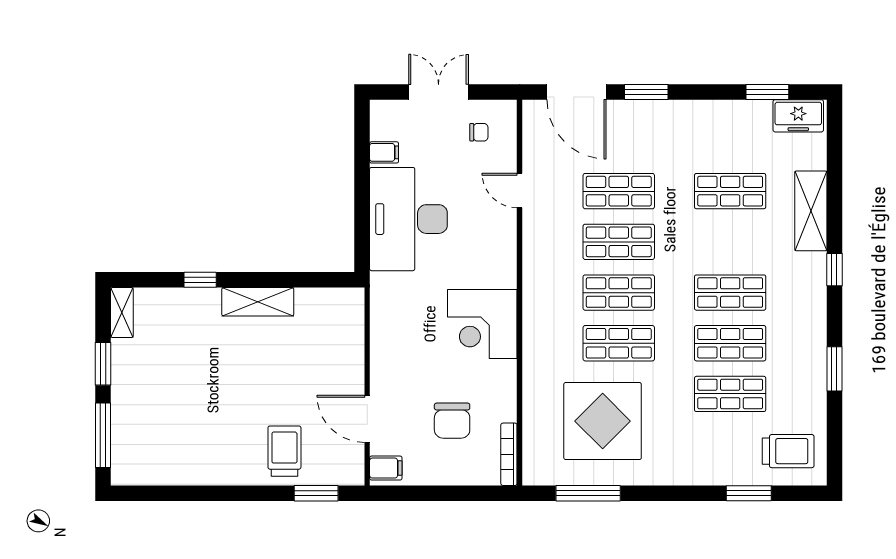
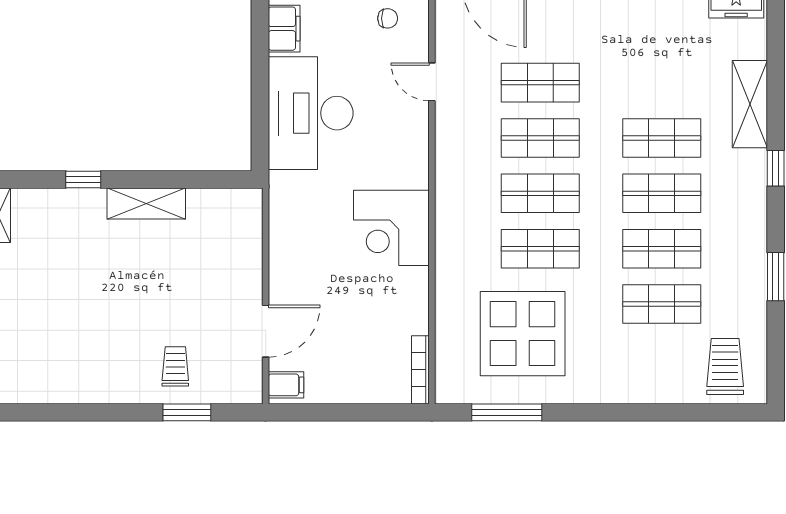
filing cabinet: (384, 152) -> (284, 29), width x2.00
shop shelf: (730, 191) -> (662, 138), moved
door: (367, 419) -> (266, 331), swing flipped
chair: (452, 421) -> (358, 333), removed
trolley: (284, 451) -> (175, 366), width x0.73, depth x0.72
trolley: (788, 451) -> (725, 366), turned -90
window: (316, 493) -> (187, 412), moved
window: (749, 493) -> (682, 412), removed

